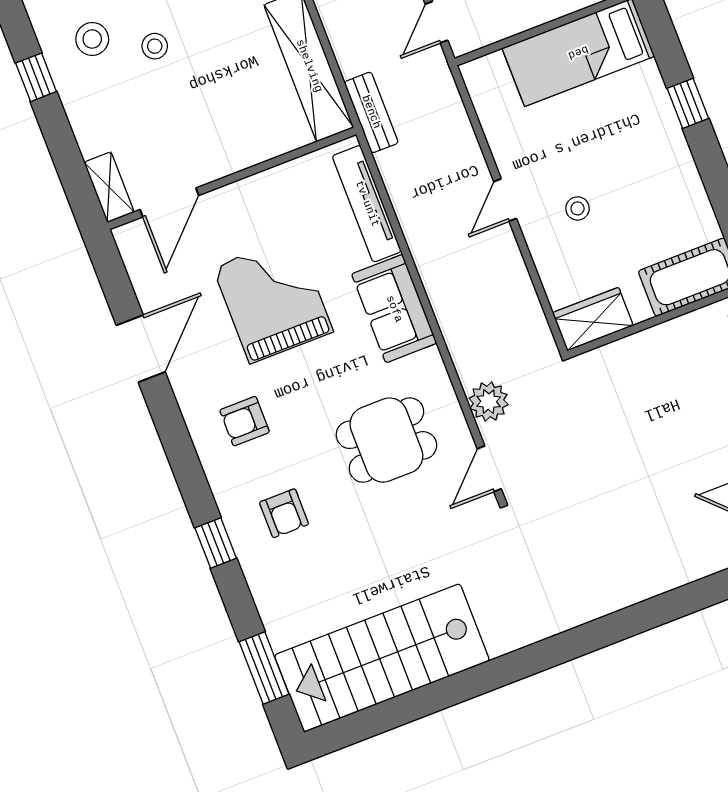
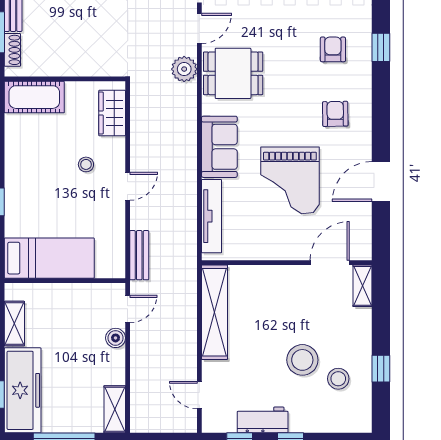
stool: (155, 46) -> (302, 360), width x1.89, depth x1.89
bench: (371, 112) -> (139, 255), moved
wardrobe: (593, 319) -> (112, 113), moved, turned 90
armchair: (245, 421) -> (335, 114), turned -91
dining table: (386, 440) -> (233, 73), moved

